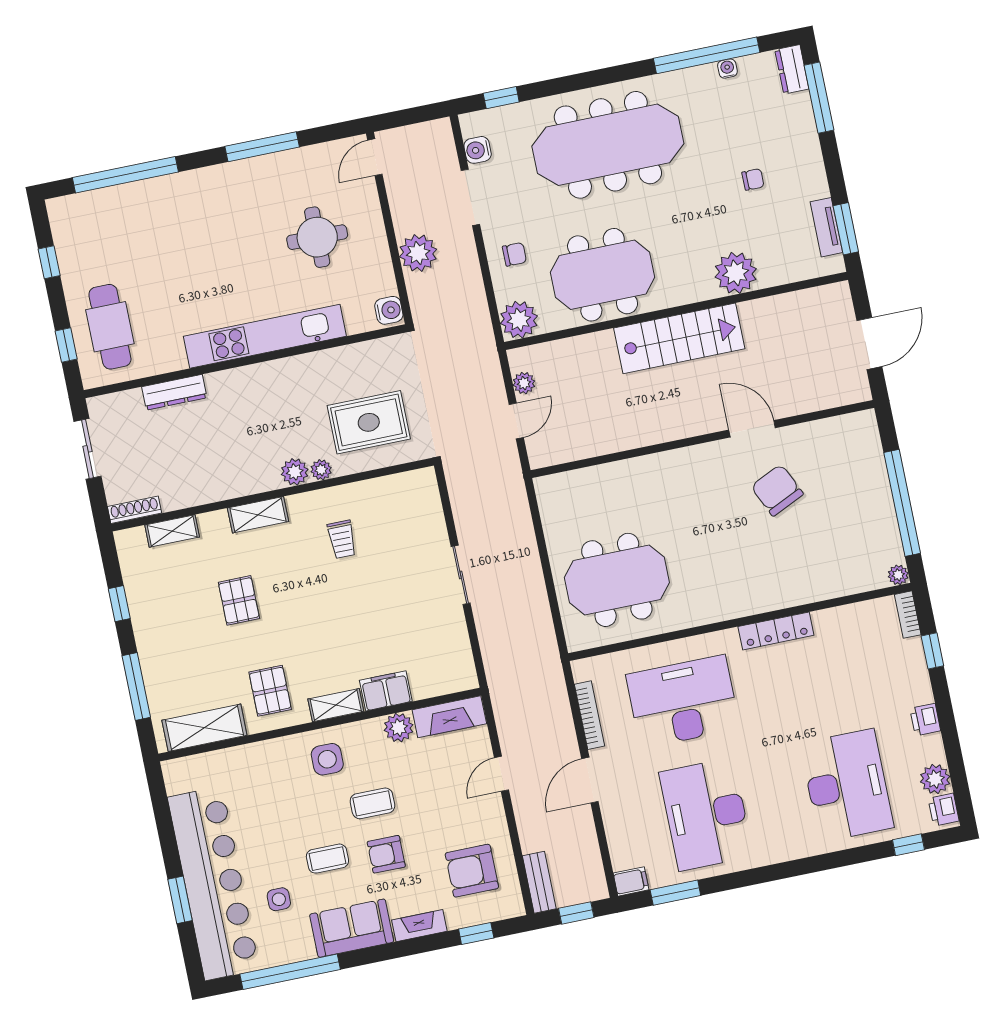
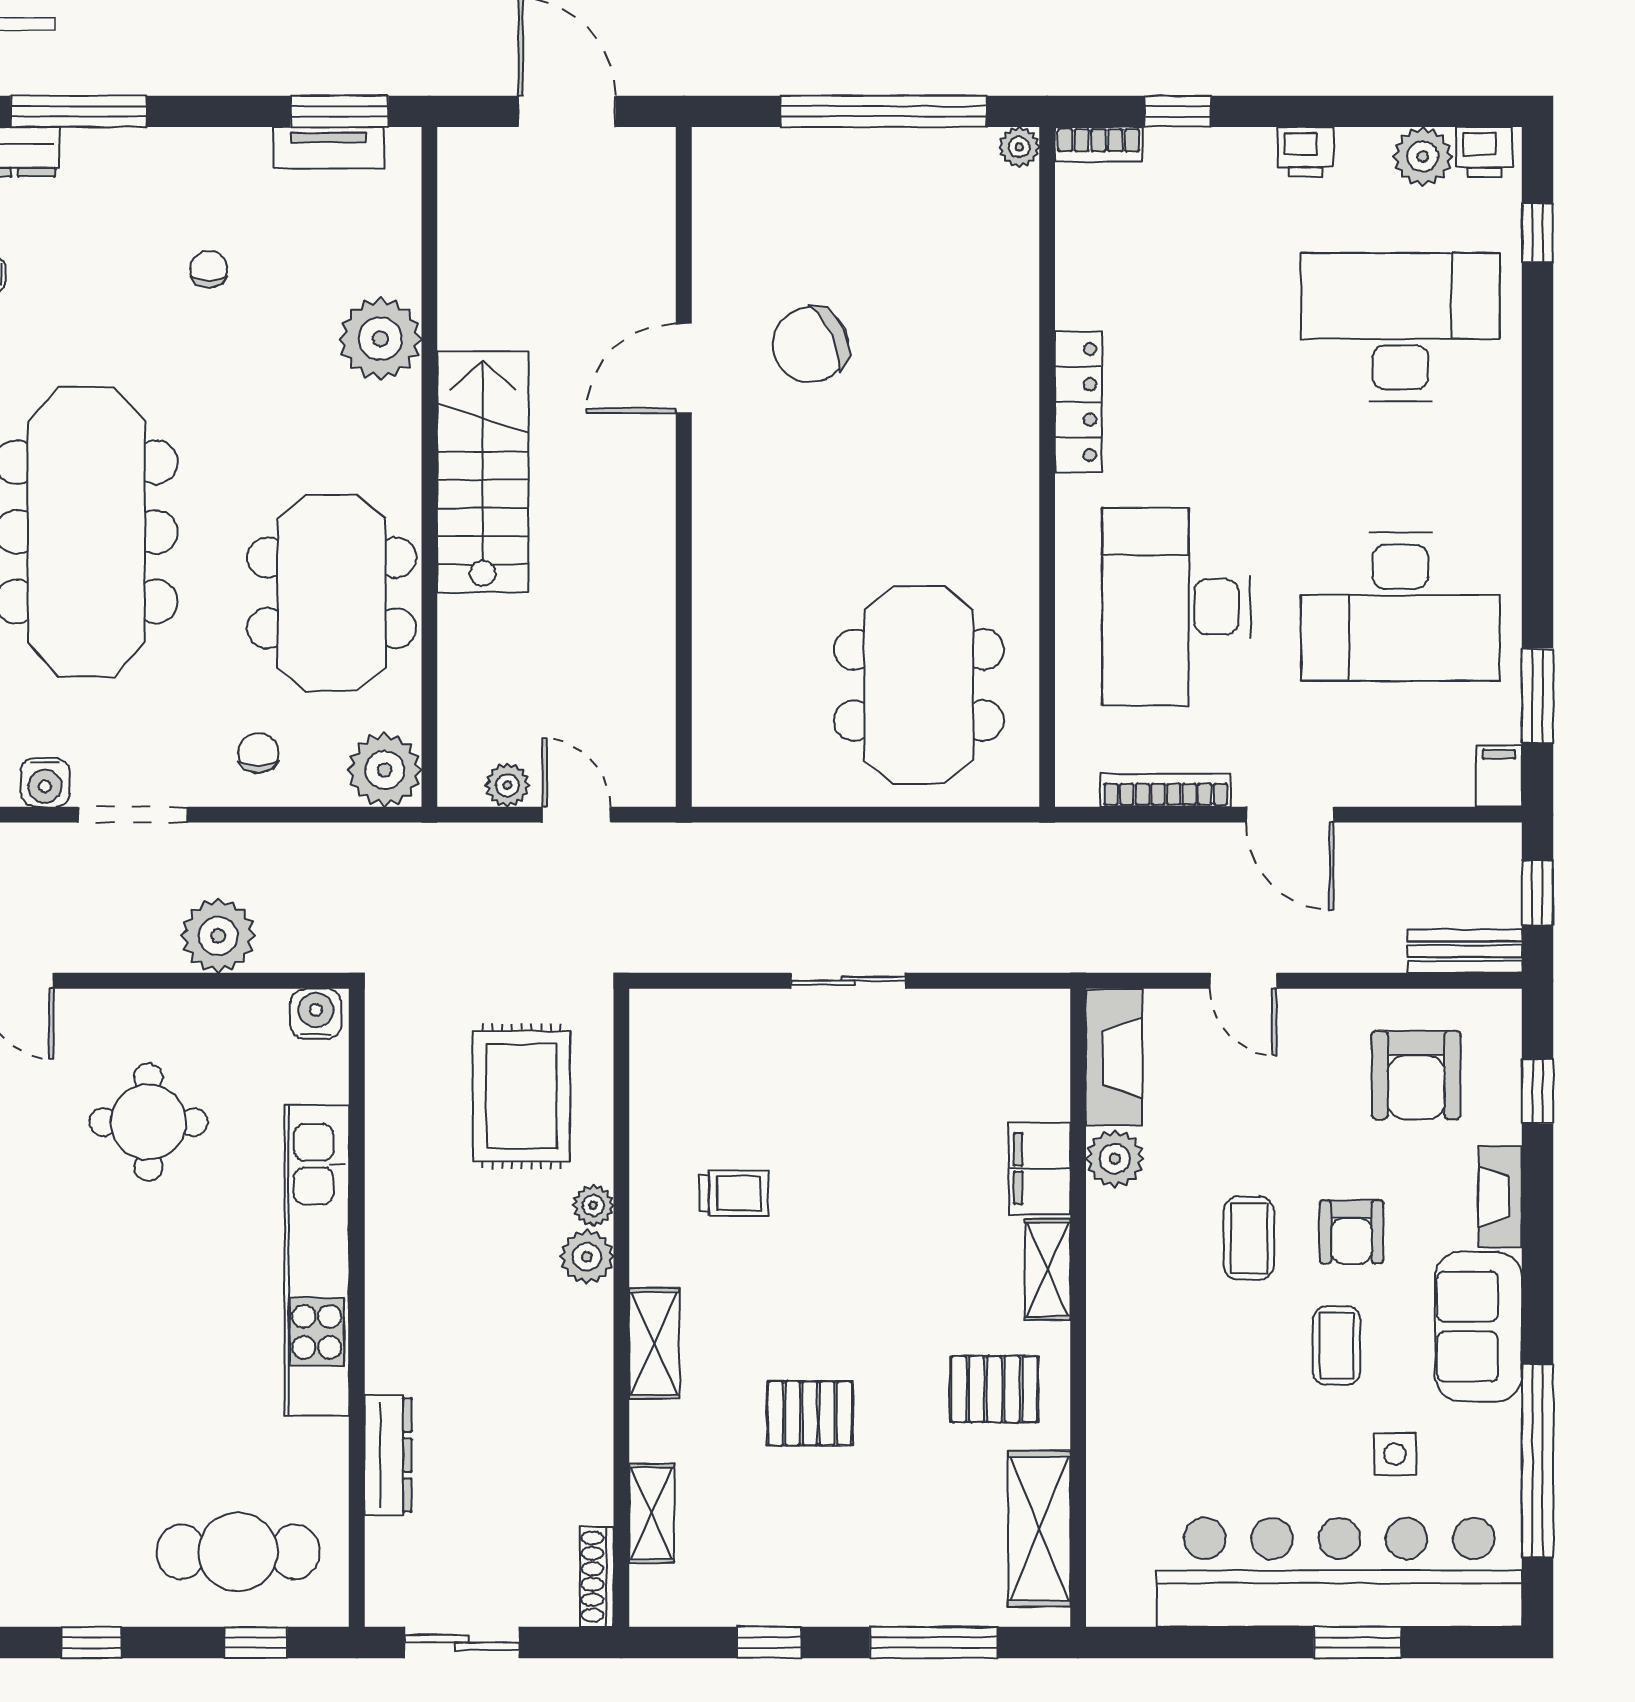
side table: (327, 759) -> (1147, 1307), removed

